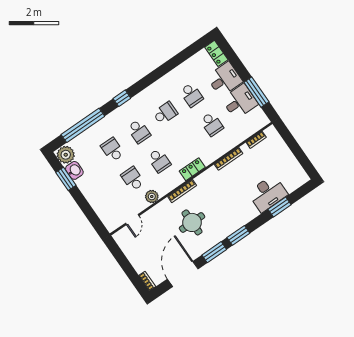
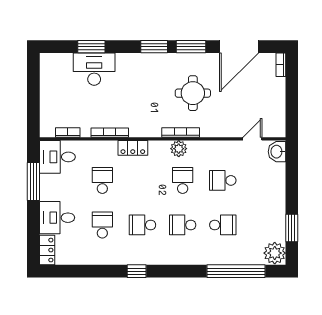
window: (122, 98) -> (137, 271), moved
desk: (240, 102) -> (57, 157), moved
school desk: (139, 131) -> (183, 225), turned -90
school desk: (112, 150) -> (223, 225), turned -90
locker: (192, 169) -> (133, 148), moved
washbasin: (74, 170) -> (277, 152), moved
school desk: (133, 179) -> (223, 180), turned 90
plant: (152, 196) -> (179, 149), moved

